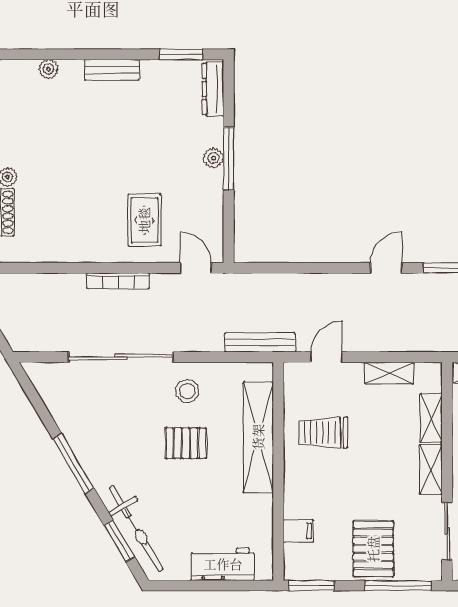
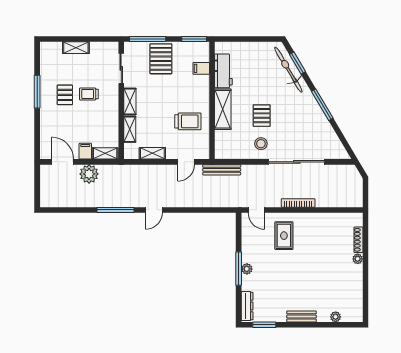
shelving: (258, 437) -> (223, 109), width x0.68
pallet: (186, 443) -> (262, 116), turned 90
workbench: (223, 564) -> (223, 71), moved, turned -90

